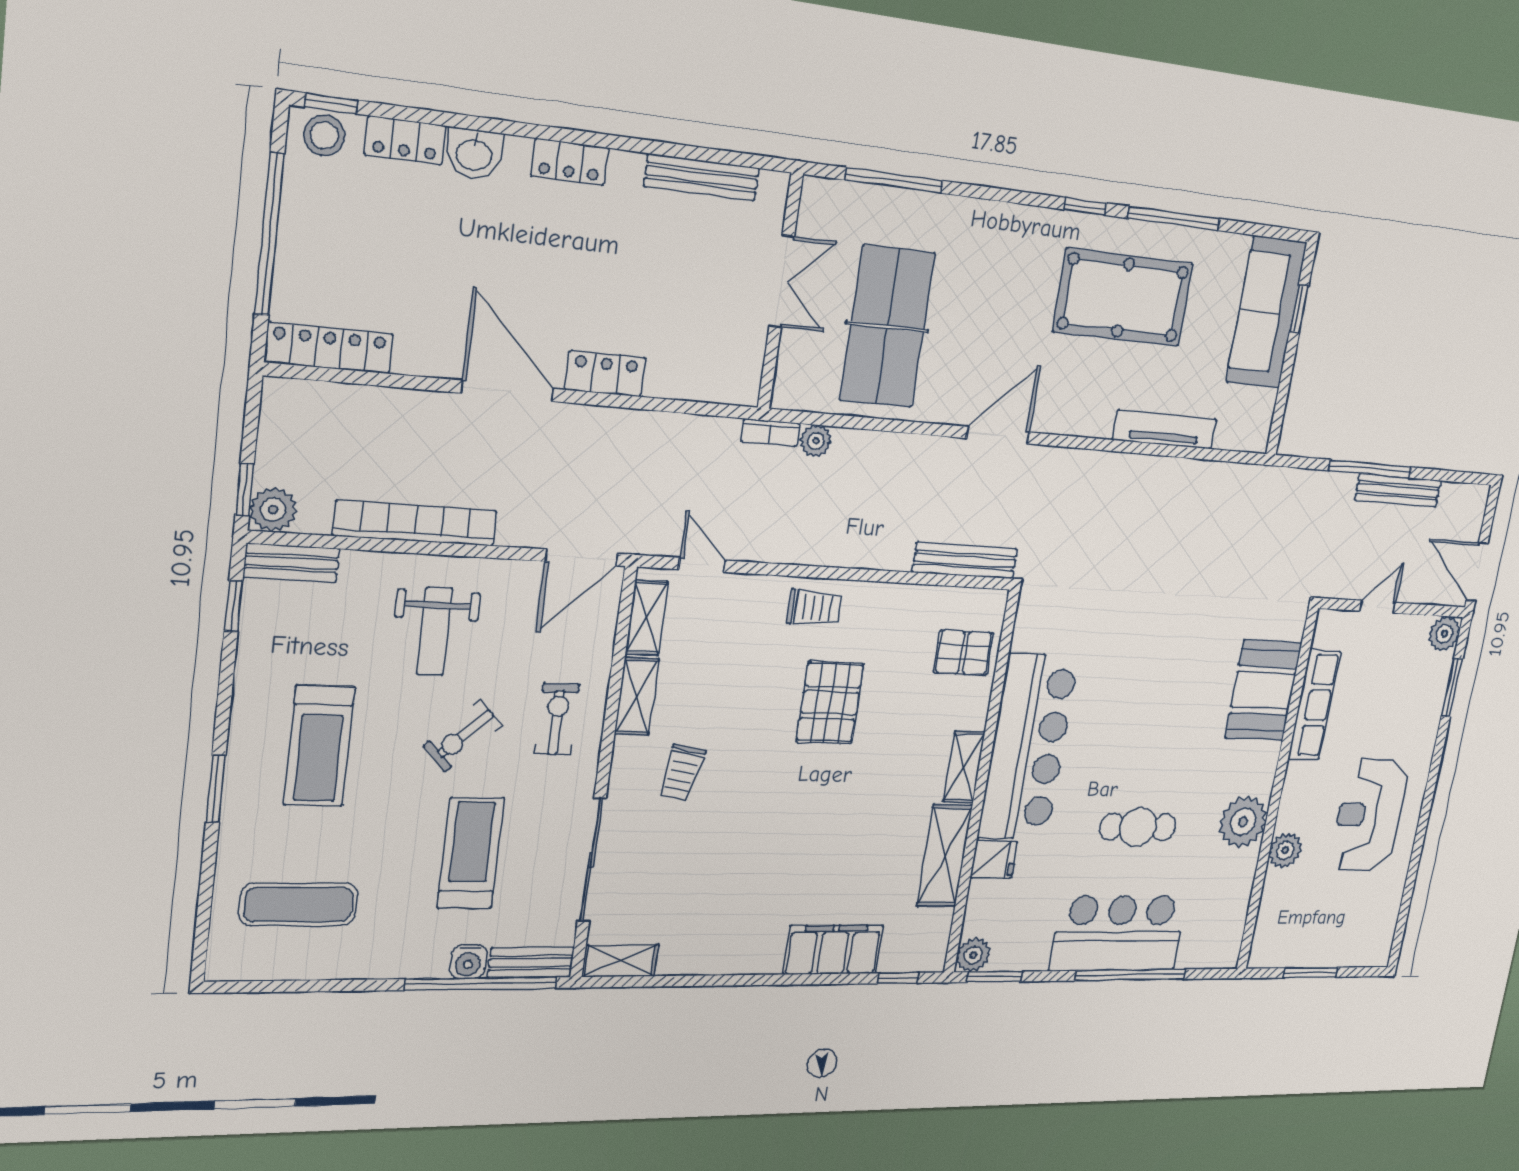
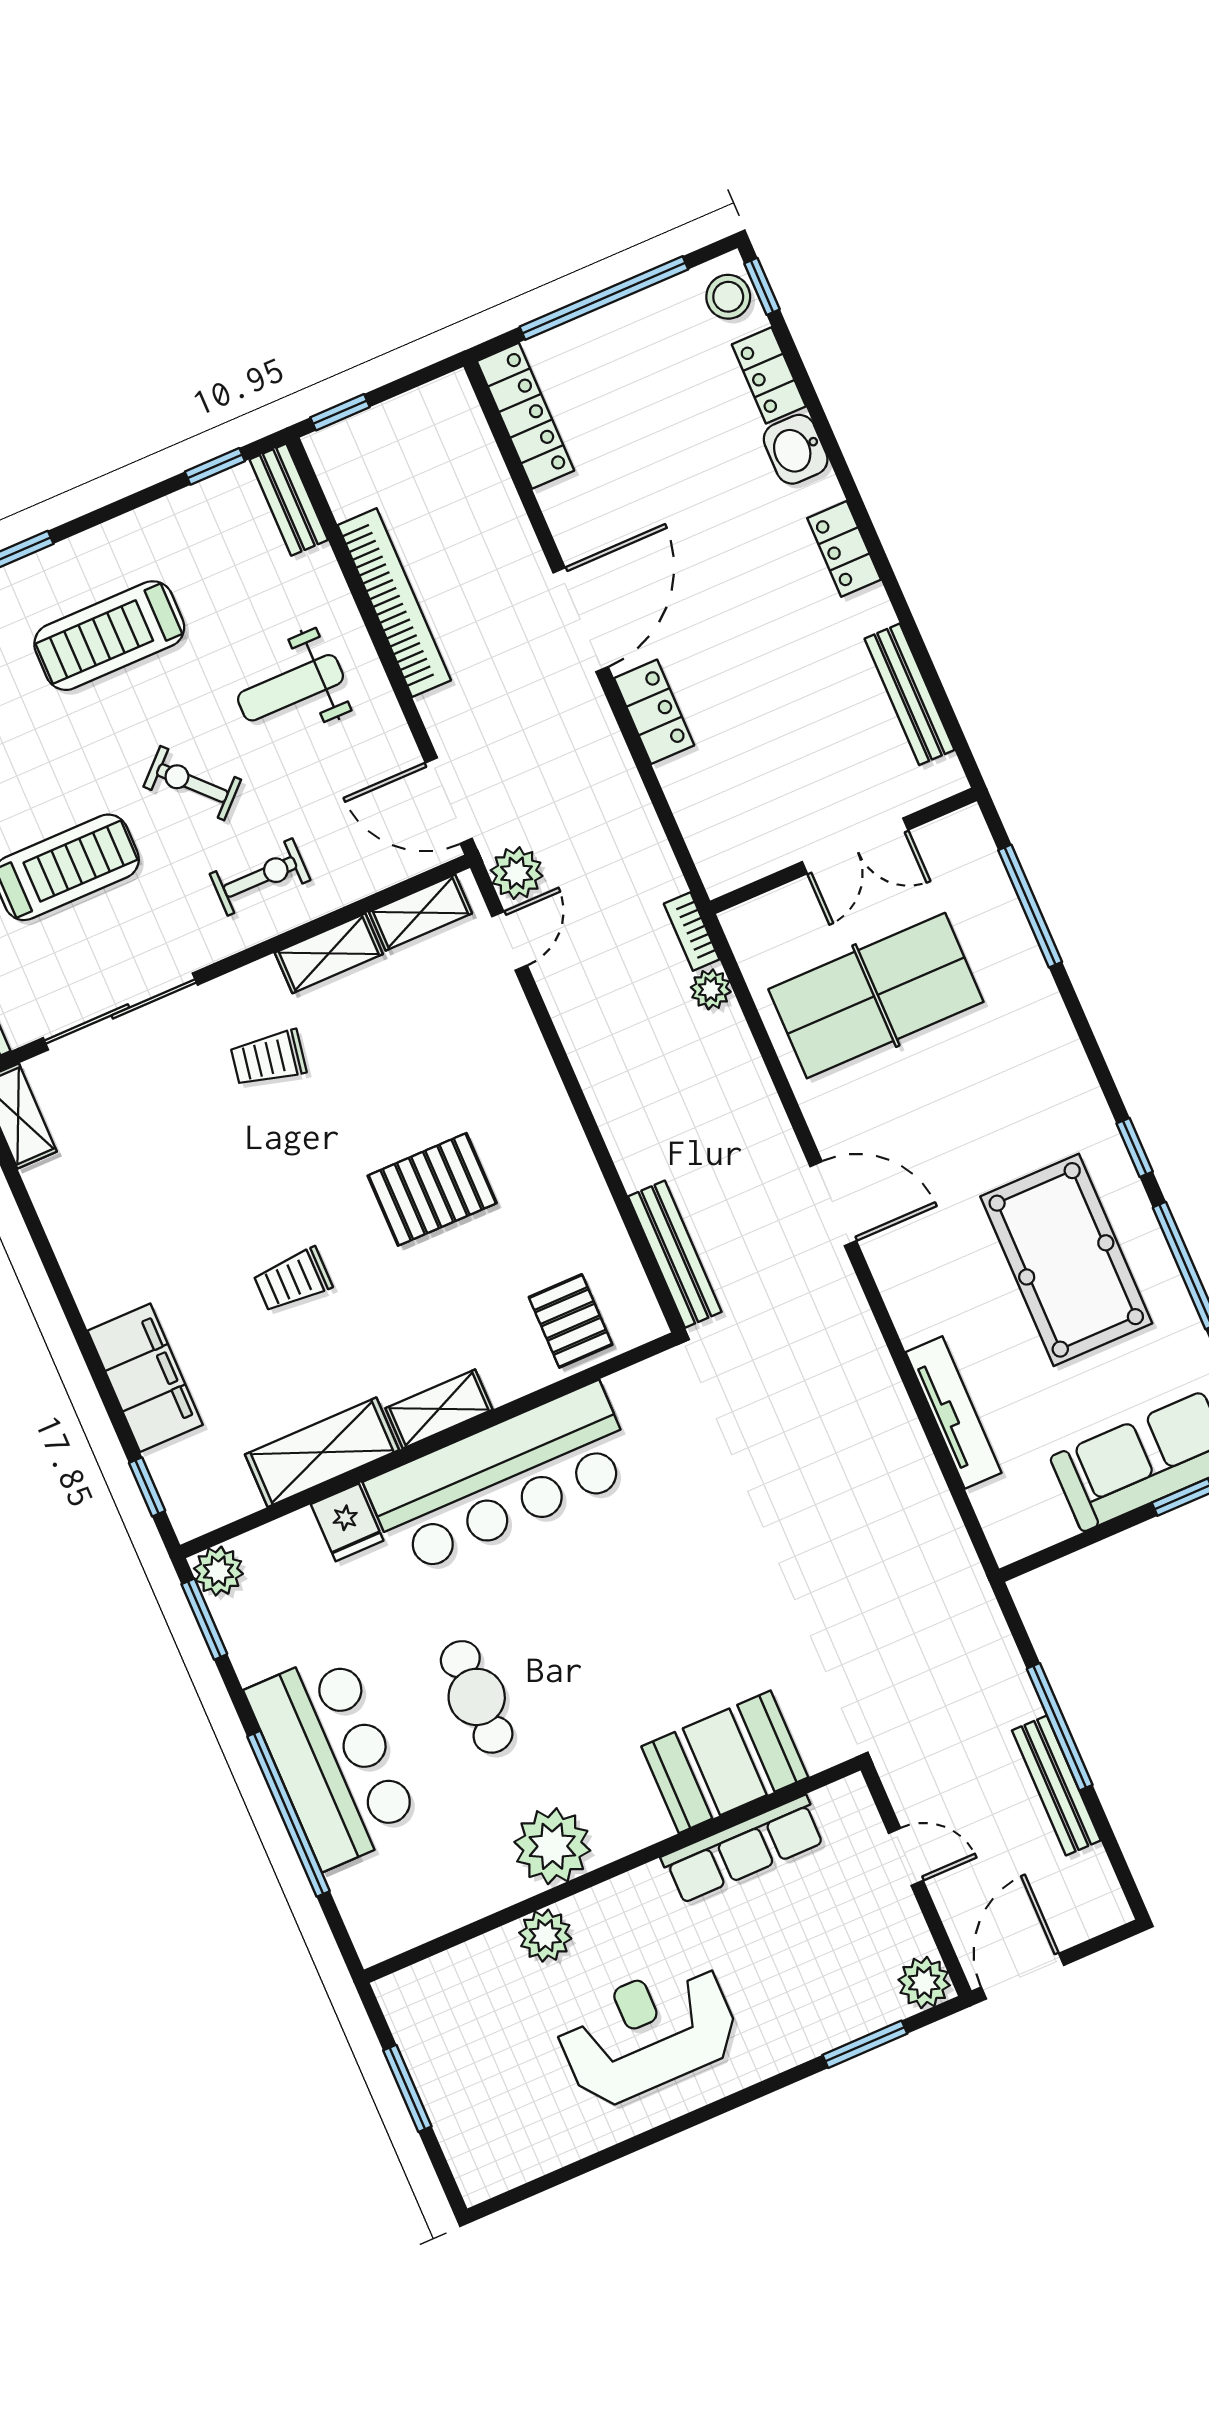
plant: (273, 510) -> (517, 873), moved
trolley: (814, 608) -> (293, 1280), moved, turned 90

